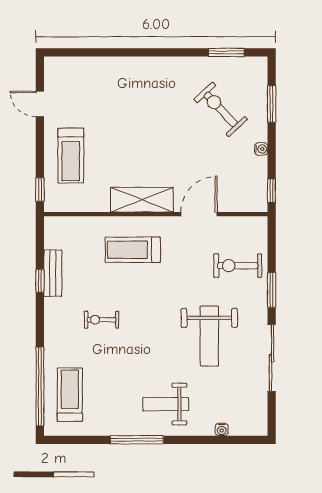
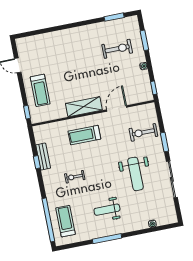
exercise bike: (221, 109) -> (117, 49), turned 133
weight bench: (166, 404) -> (107, 210), moved

